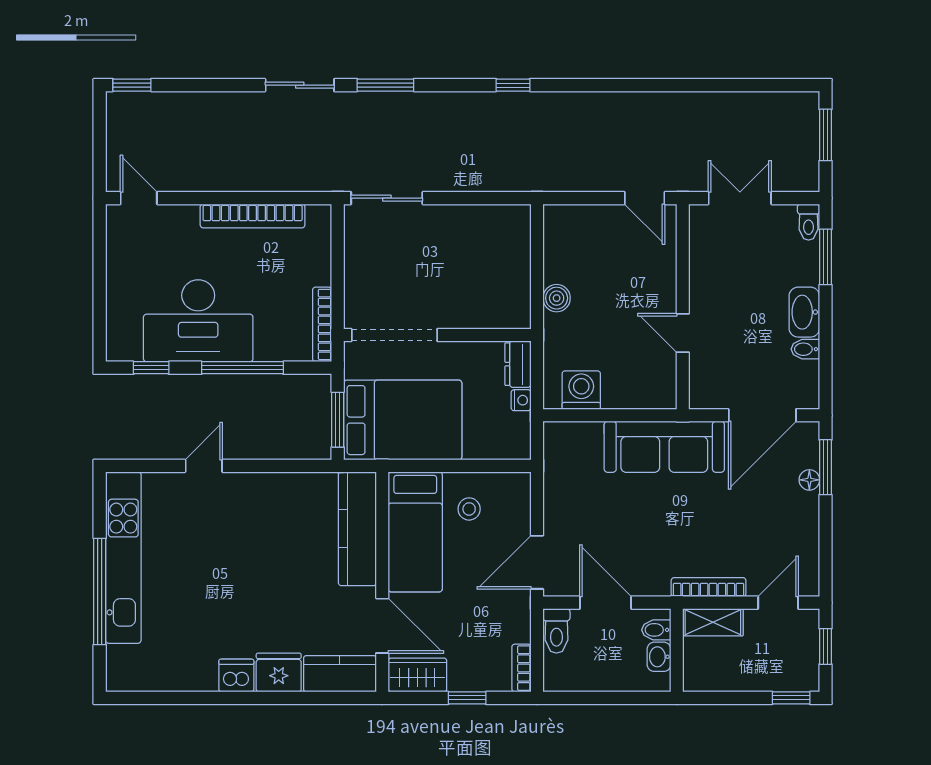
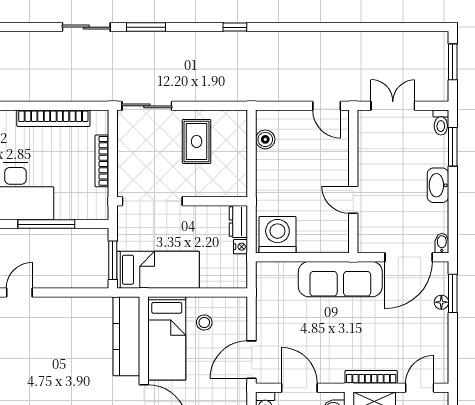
rug: (458, 249) -> (197, 141), added
boiler: (557, 298) -> (265, 139), moved
bookcase: (322, 324) -> (102, 161), moved
bidet: (805, 349) -> (442, 243), moved, turned 90
washing machine: (581, 390) -> (277, 235), width x1.37, depth x1.37
bed: (403, 420) -> (158, 270), width x0.67

